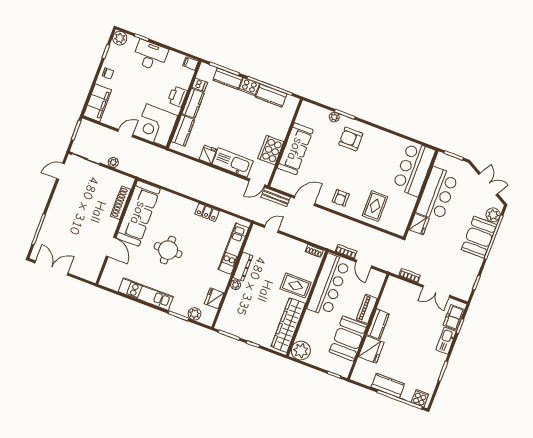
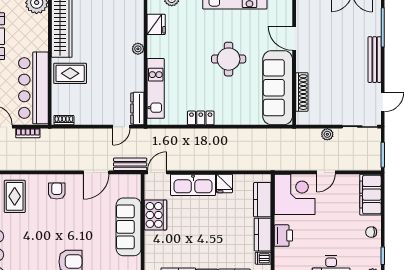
bench: (54, 207) -> (375, 60), added
dresser: (243, 267) -> (137, 108), moved

